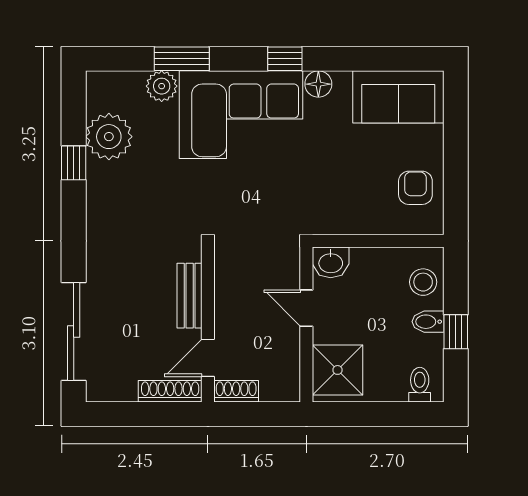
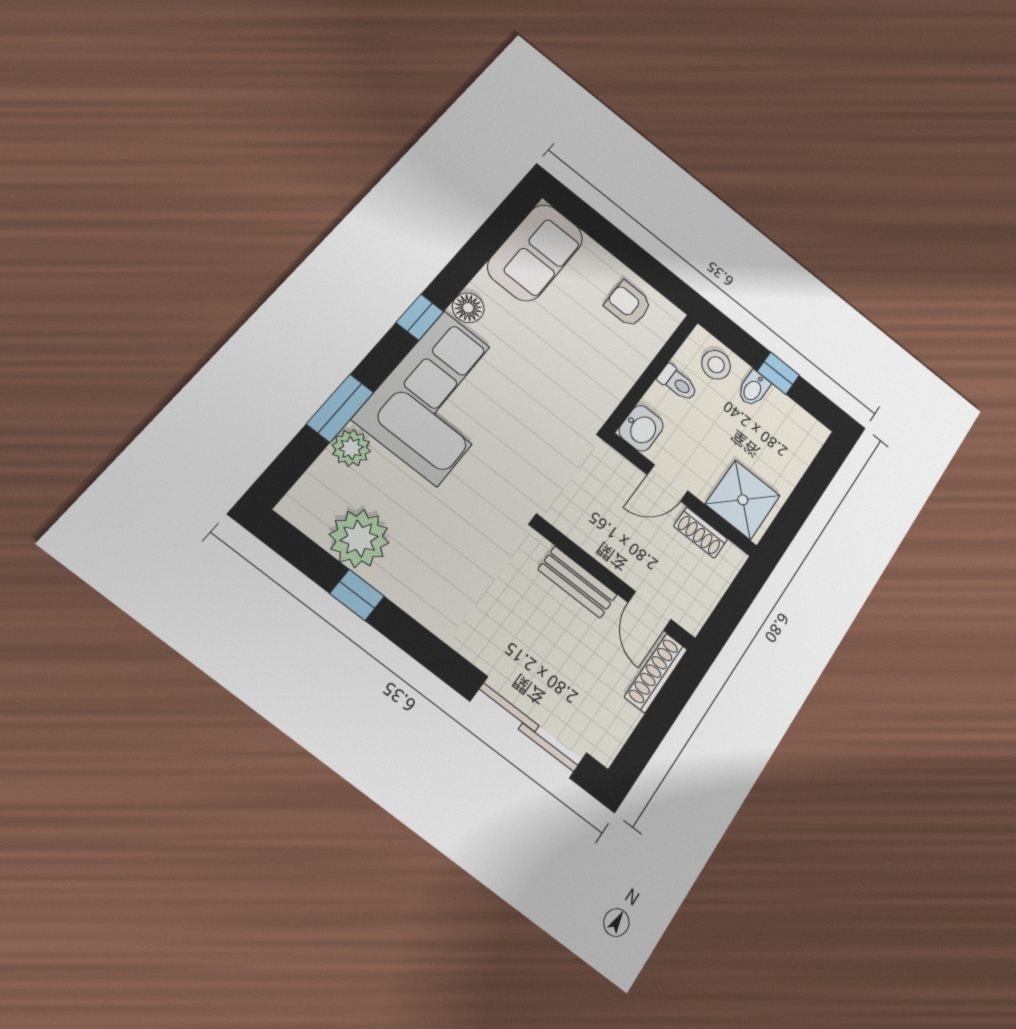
toilet: (420, 385) -> (678, 383), moved, turned 180
shoe rack: (236, 391) -> (701, 533), moved, turned -90

